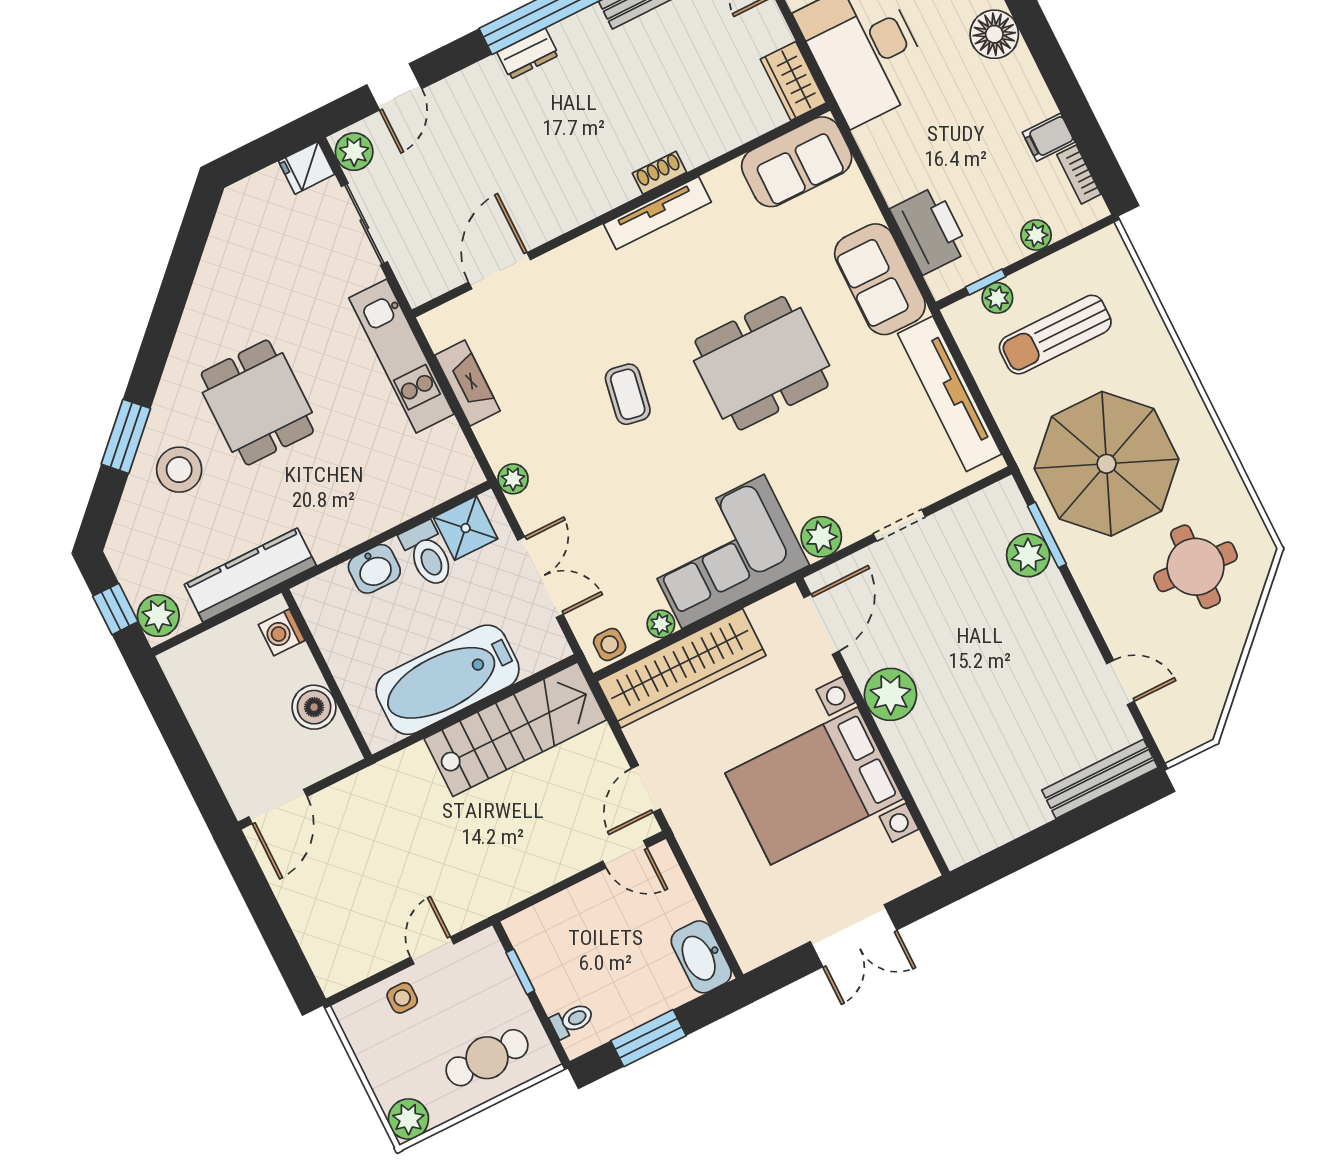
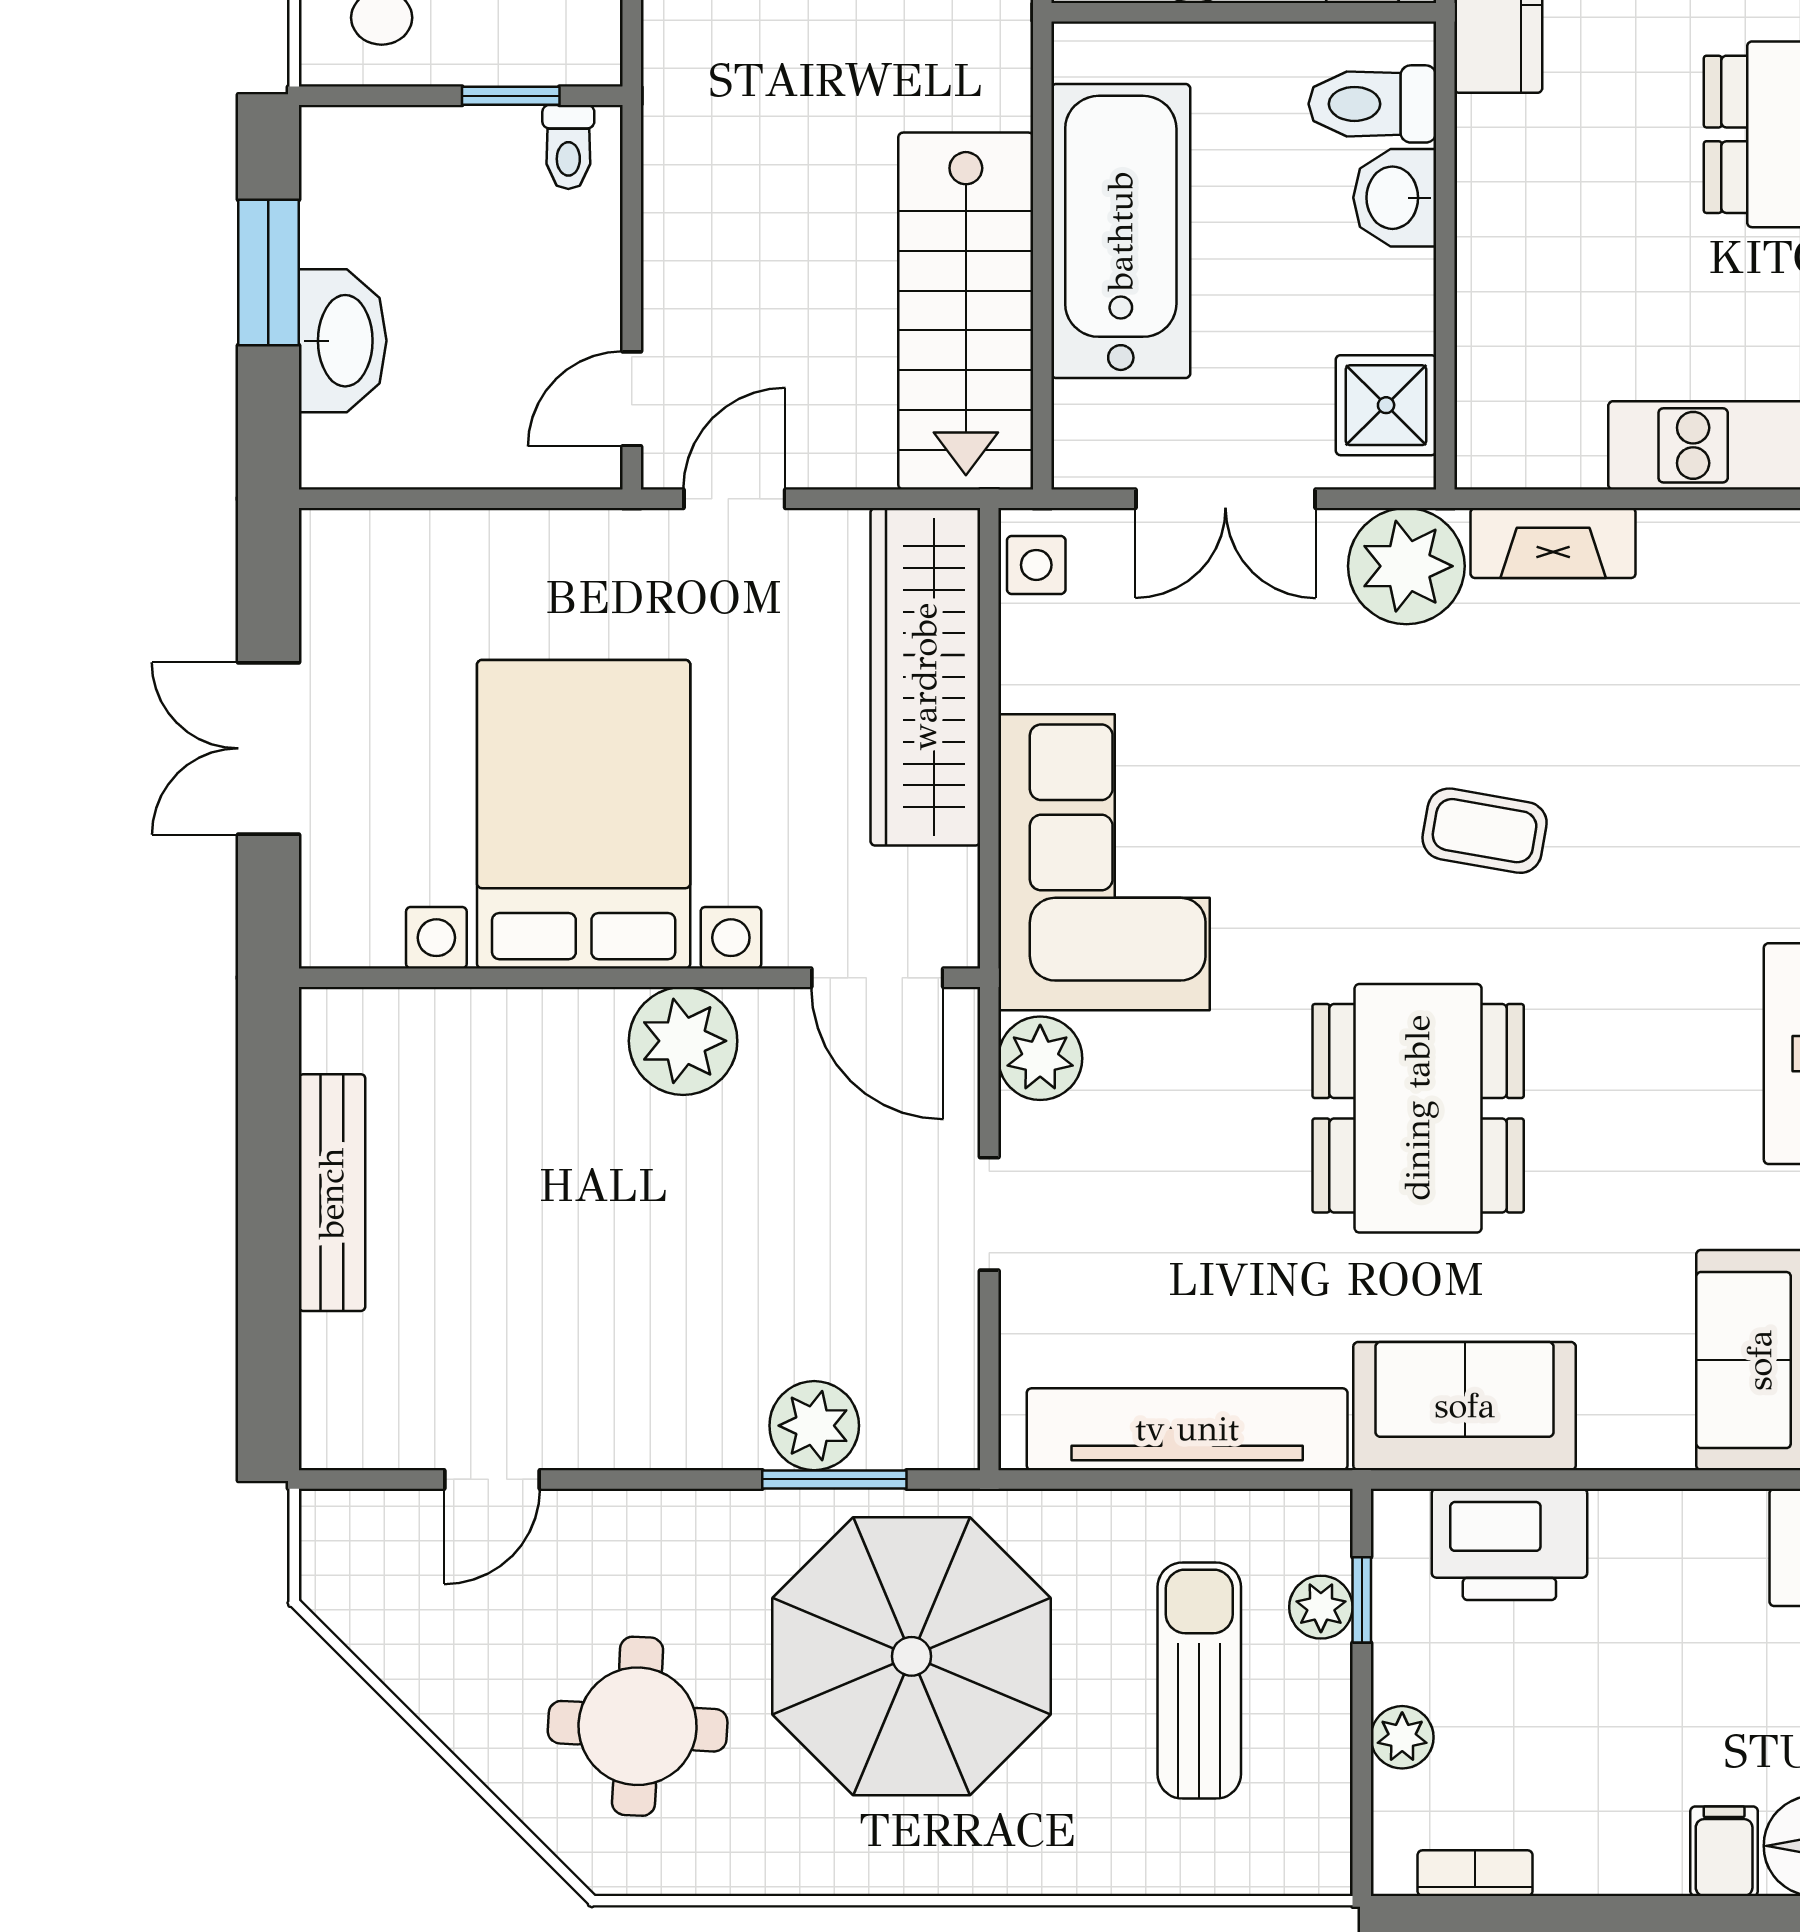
filing cabinet: (1049, 137) -> (1724, 1851), moved
fireplace: (467, 383) -> (1553, 543), moved
plant: (513, 479) -> (1406, 566), width x1.88, depth x1.88
toilet: (428, 554) -> (1372, 104), moved
plant: (661, 624) -> (1027, 679), removed
bench: (1100, 779) -> (332, 1193), moved
door: (646, 789) -> (734, 499), hinge flipped
washbasin: (701, 957) -> (343, 341), moved, turned 90
toilet: (572, 1020) -> (568, 147), moved

